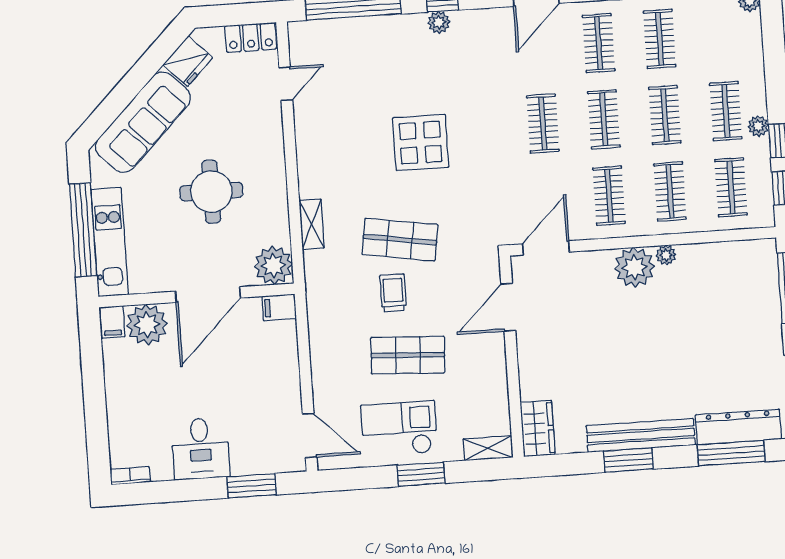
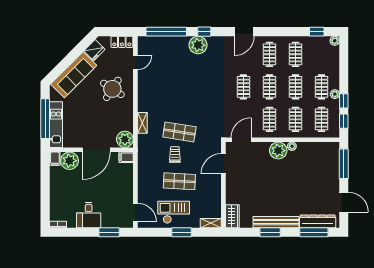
plant: (439, 22) -> (198, 45), width x1.87, depth x1.87
display table: (421, 143) -> (191, 91), removed
round table: (211, 192) -> (112, 89), moved, turned 33

